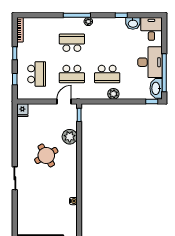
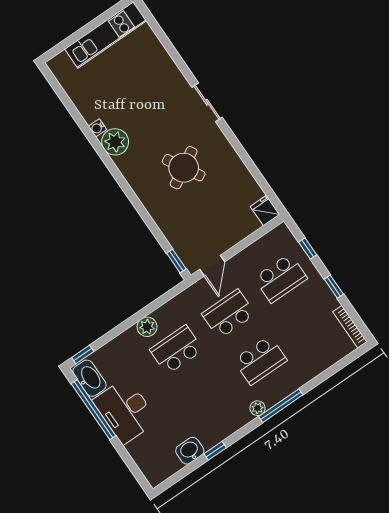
desk: (151, 29) -> (157, 461), removed
school desk: (37, 74) -> (281, 278), turned -90
plant: (70, 137) -> (115, 142), moved

